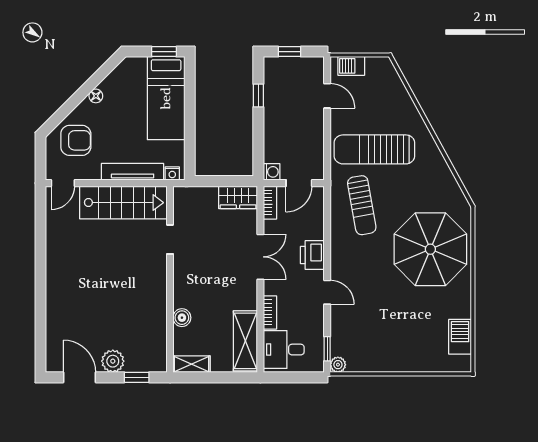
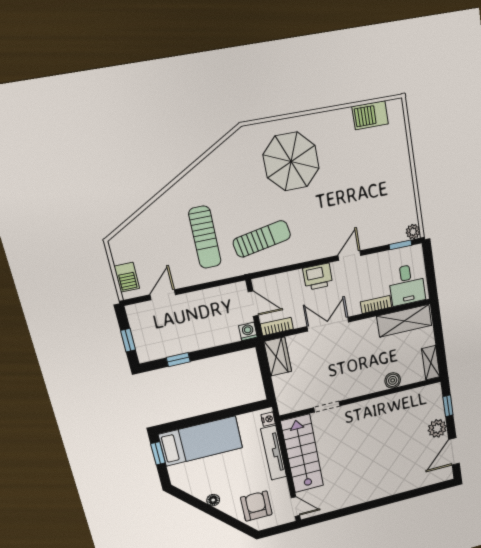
sun lounger: (374, 149) -> (205, 237), width x0.73, depth x0.75
parasol: (430, 249) -> (291, 161), width x0.73, depth x0.73

